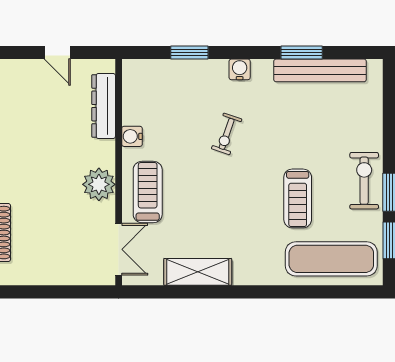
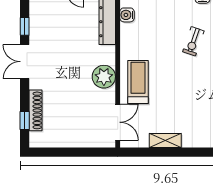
water cooler: (132, 136) -> (127, 15), moved
shelving: (198, 272) -> (165, 140), width x0.67, depth x0.75

